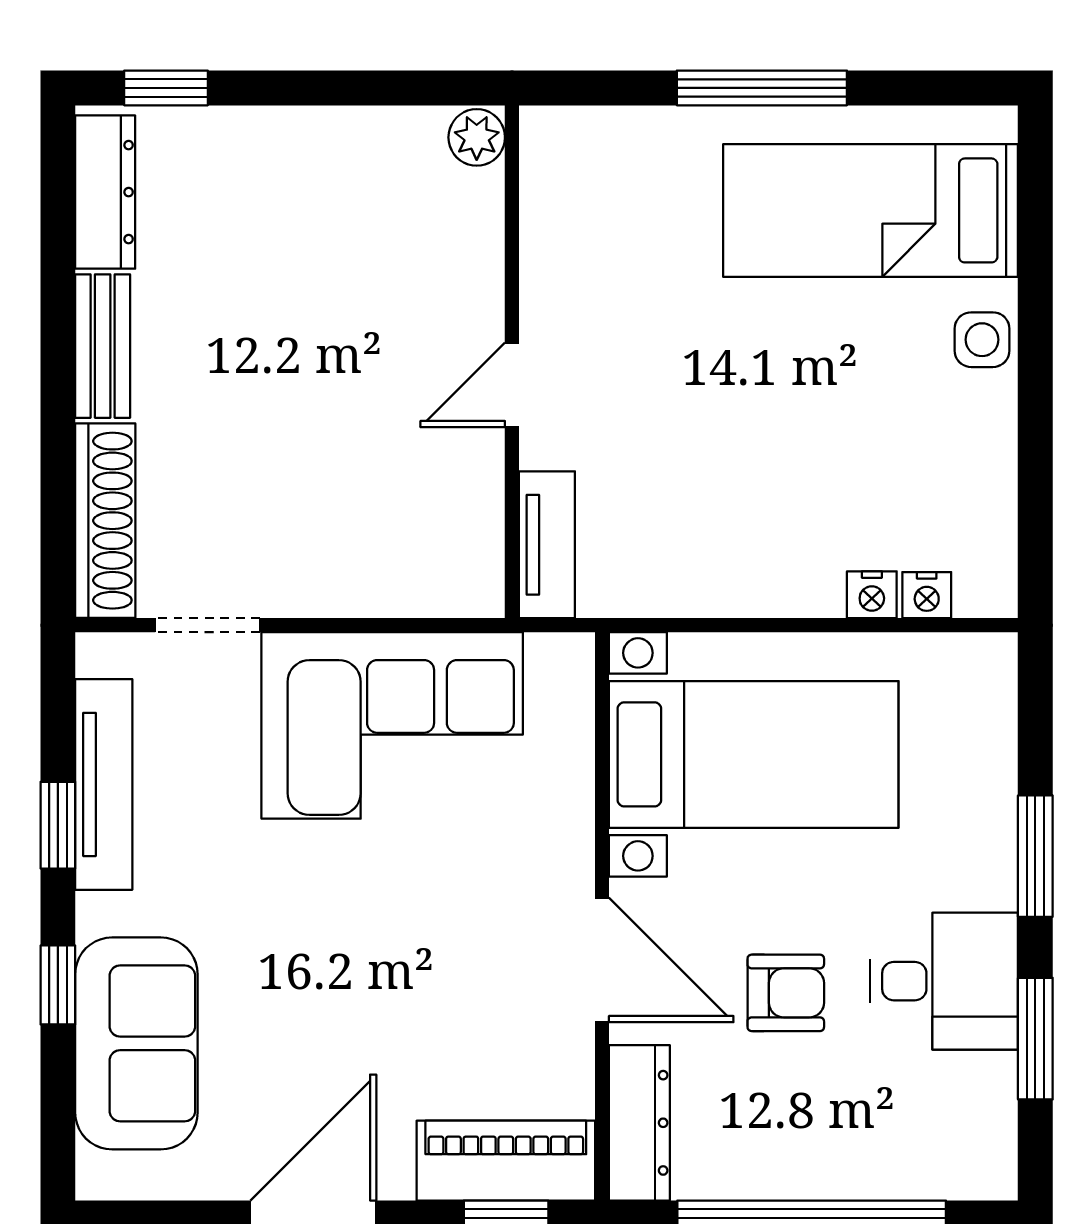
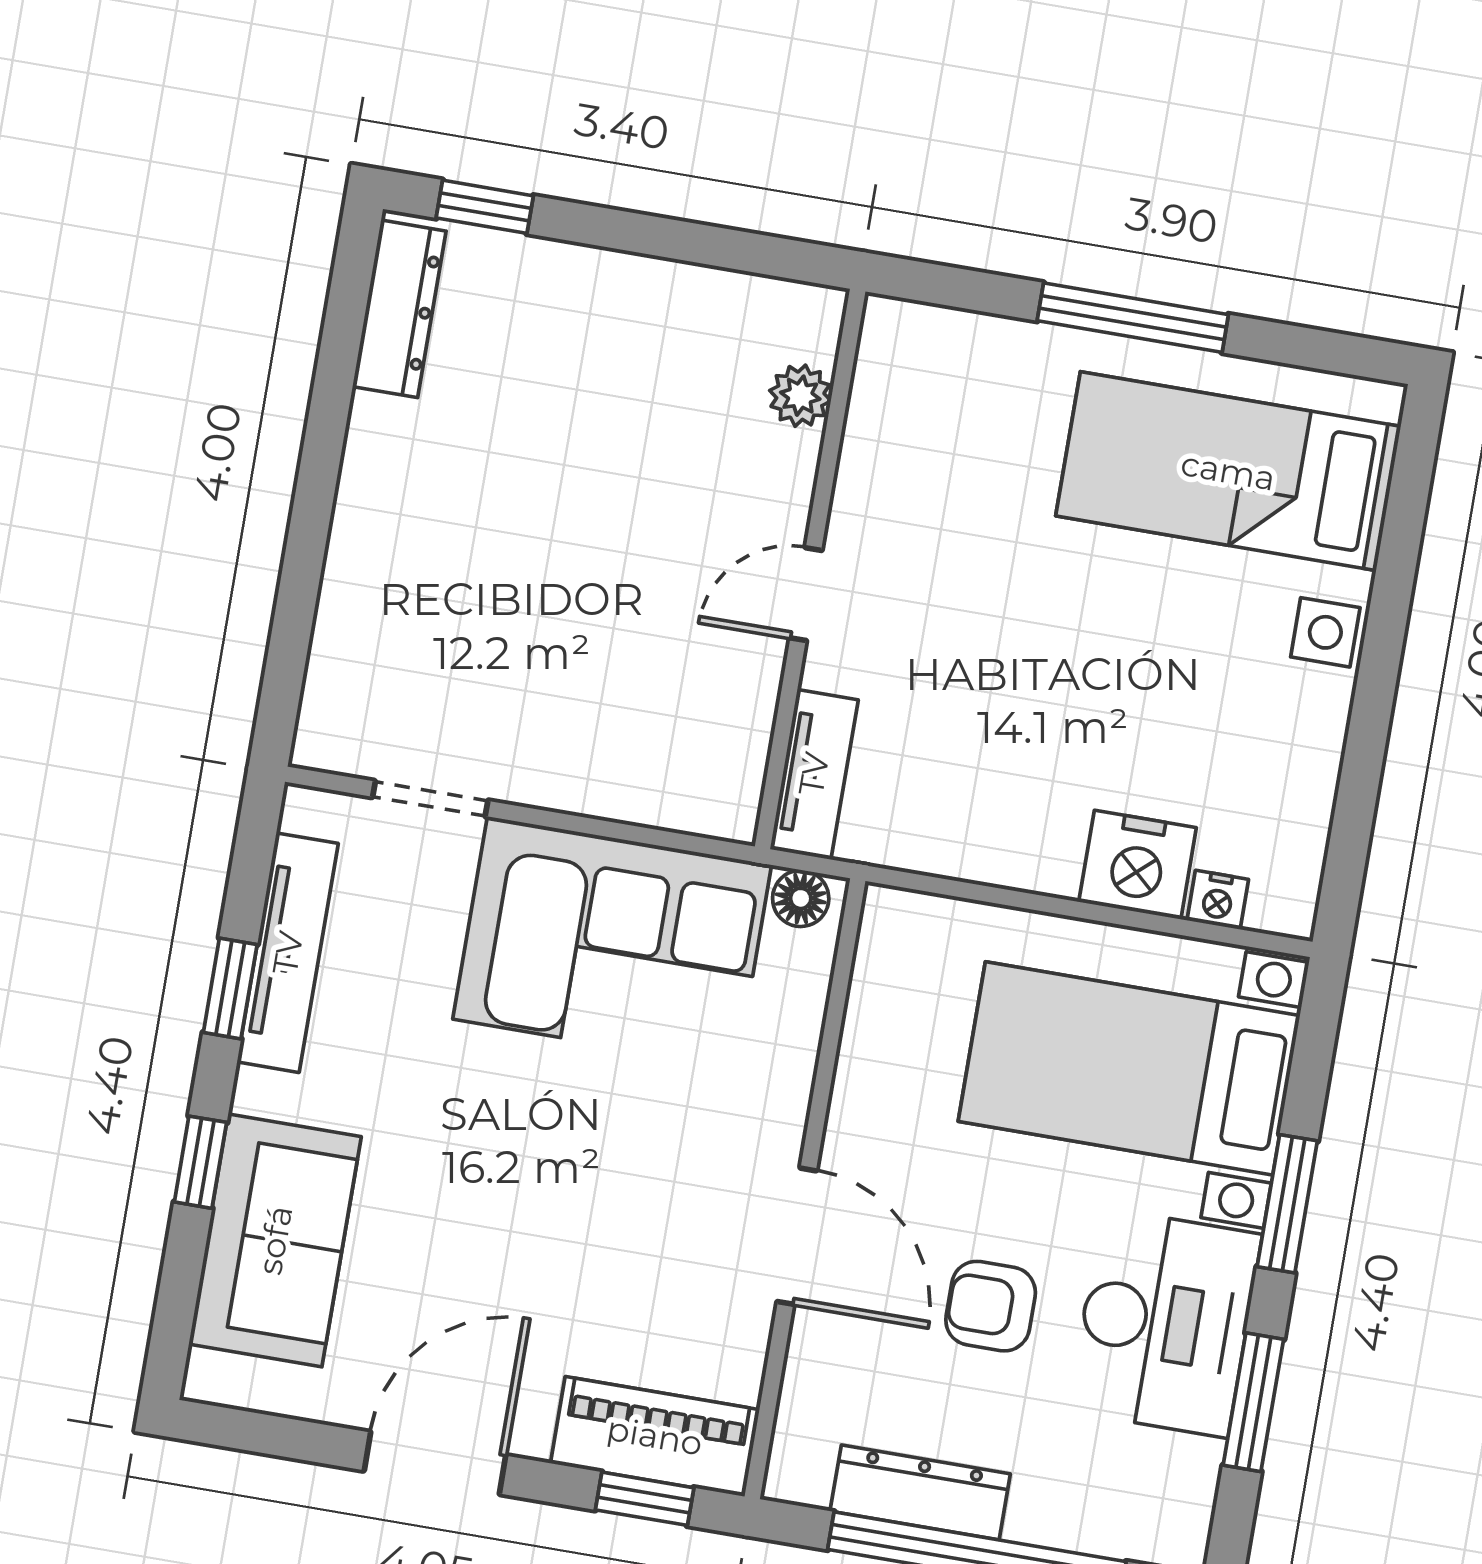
plant: (477, 137) -> (800, 396), moved
bench: (103, 346) -> (368, 476), removed
shoe rack: (105, 521) -> (338, 666), removed
nightstand: (872, 595) -> (1138, 865), width x1.89, depth x1.79
floor lamp: (554, 658) -> (801, 898), added
bed with nightstands: (754, 754) -> (1129, 1068), moved, turned 180
desk: (944, 981) -> (1165, 1323), width x1.37
armchair: (786, 993) -> (991, 1306), turned 180
dresser: (639, 1123) -> (920, 1492), moved, turned -90

